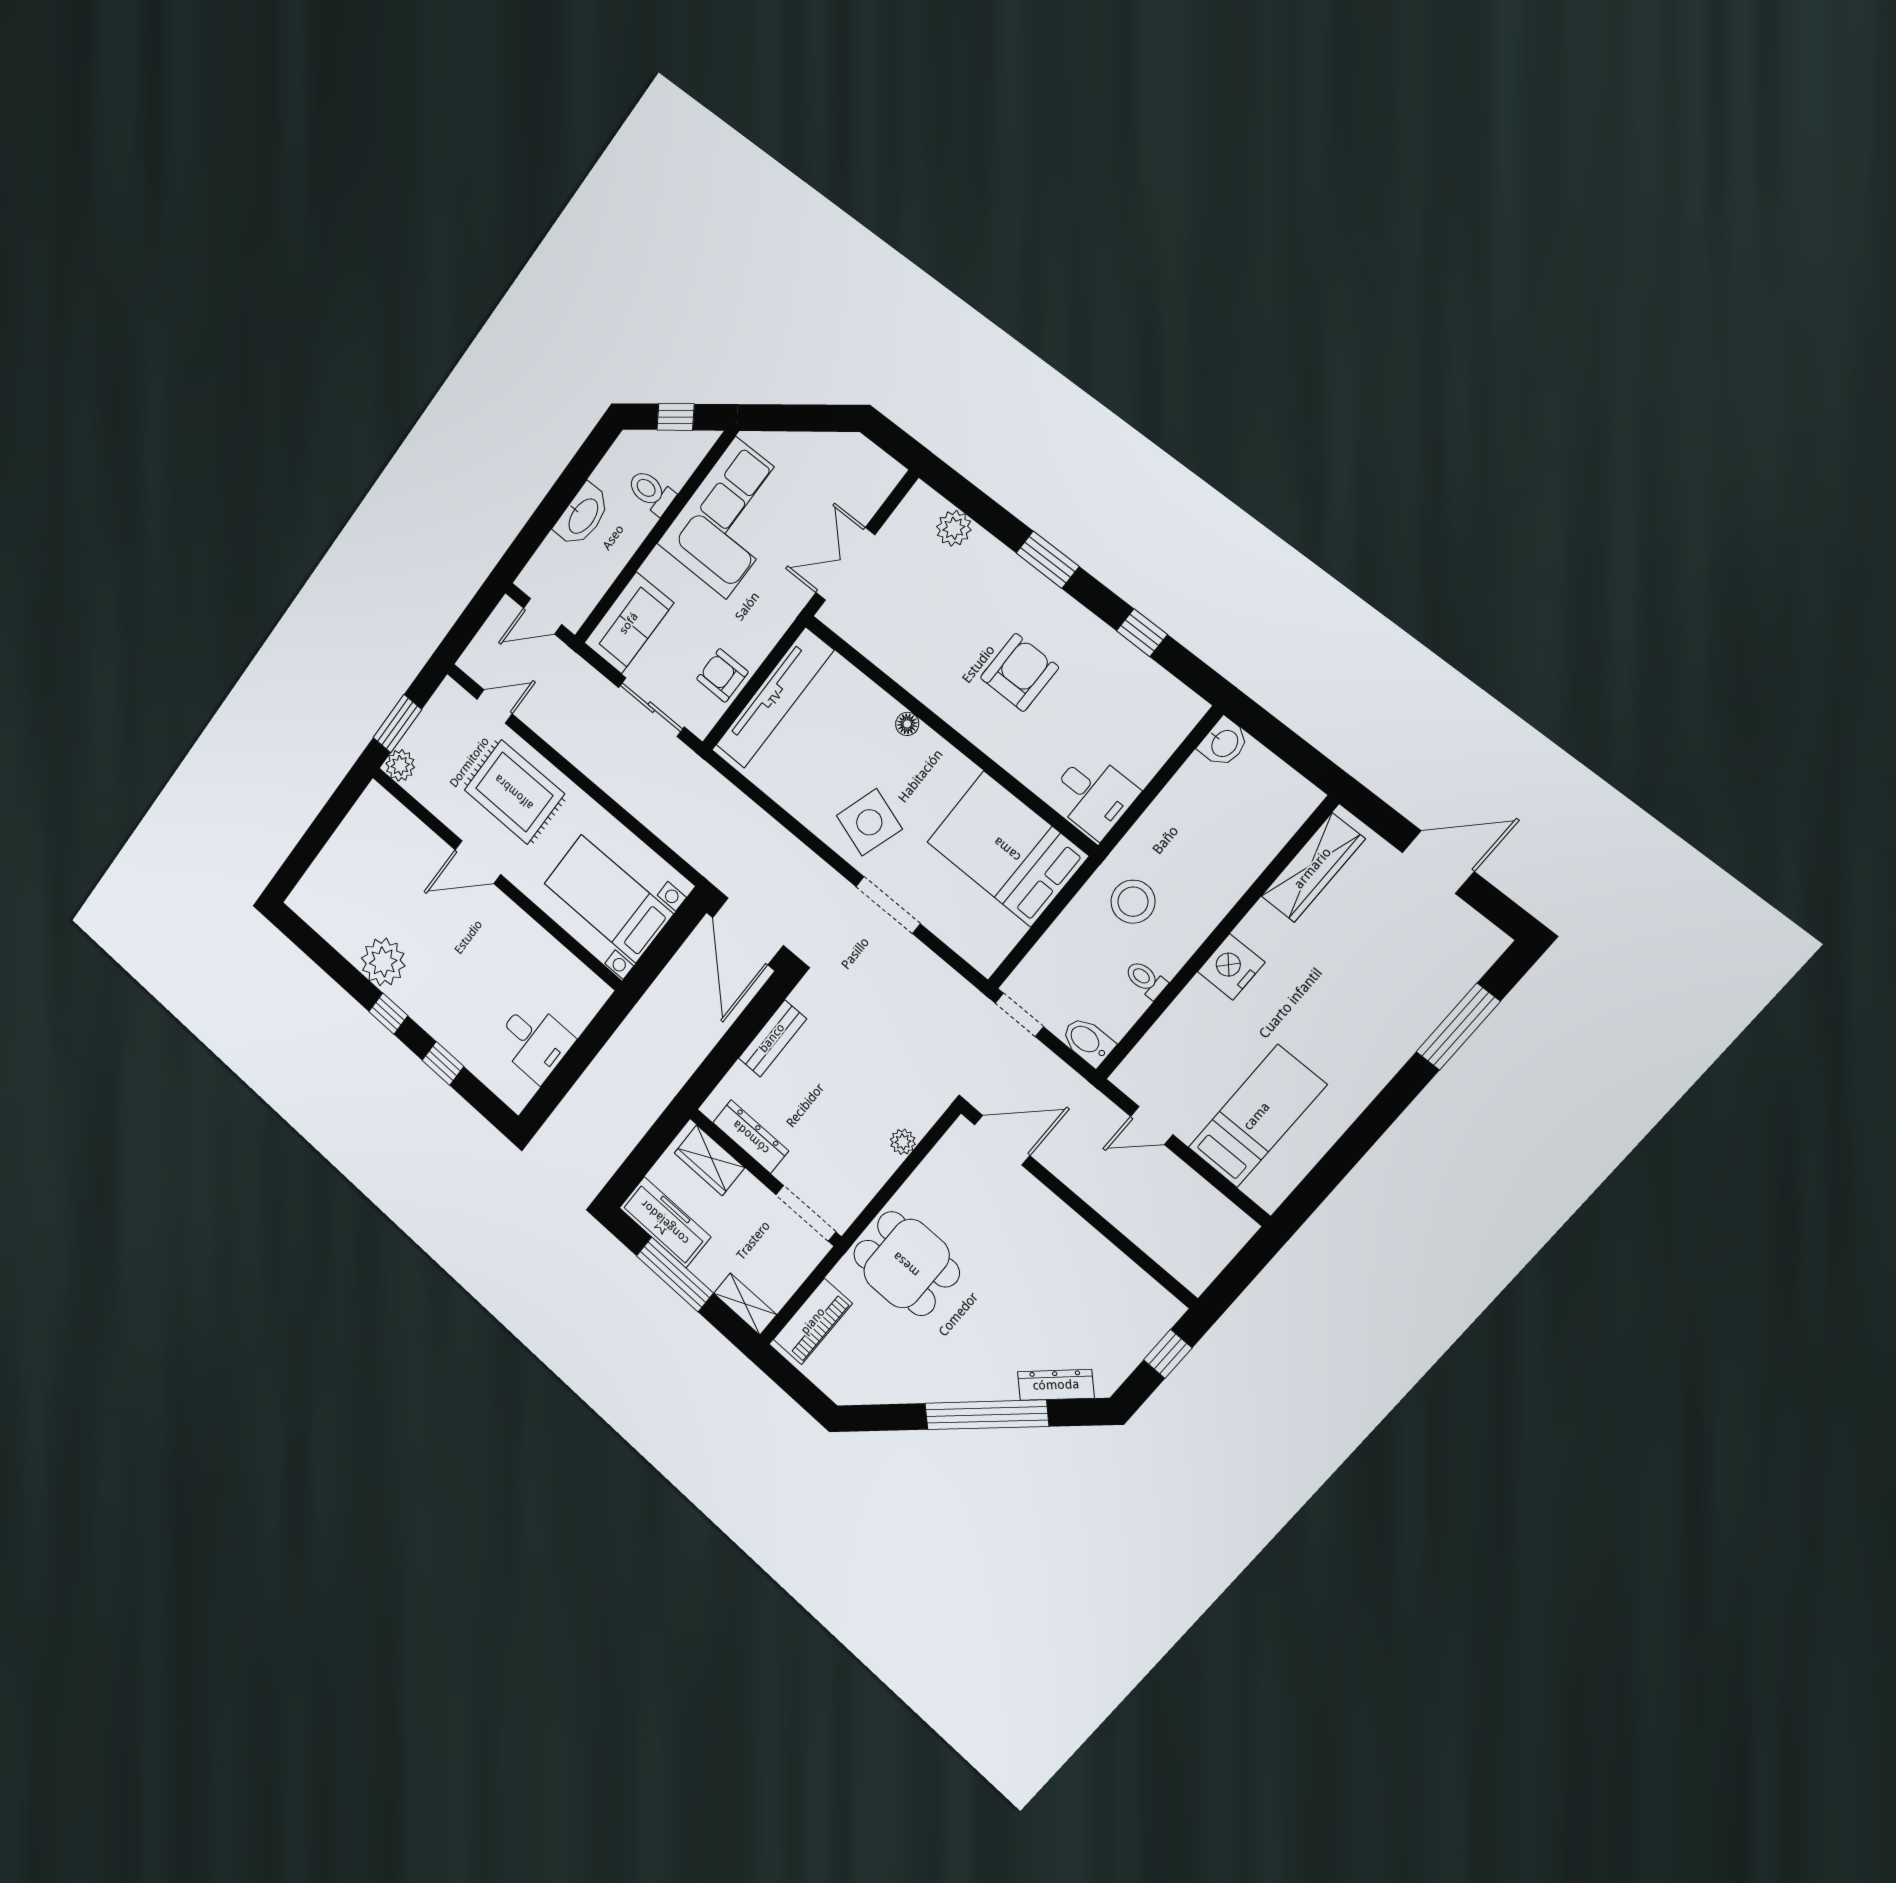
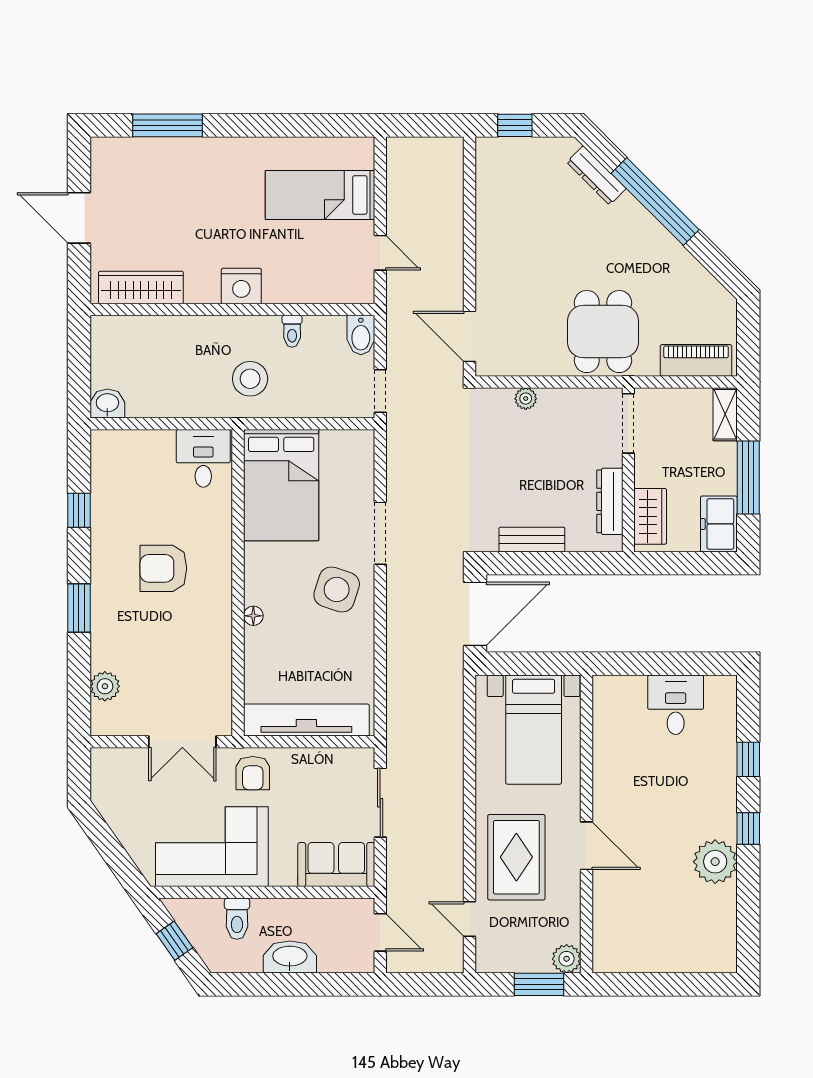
armchair: (722, 675) -> (253, 773), moved
freezer: (665, 1222) -> (719, 524), width x0.71

